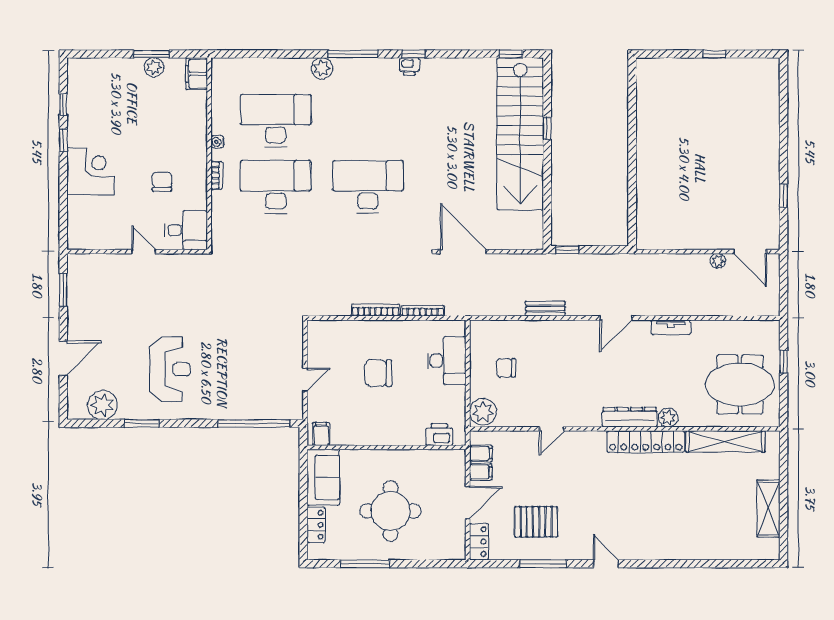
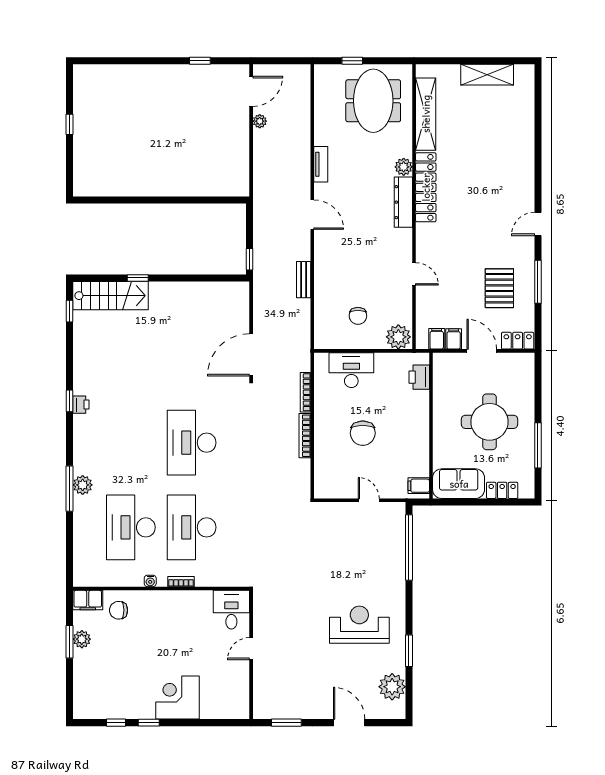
window: (353, 54) -> (70, 489), moved
stairs: (520, 134) -> (111, 296), width x0.54, depth x0.66
chair: (162, 182) -> (119, 610), moved

